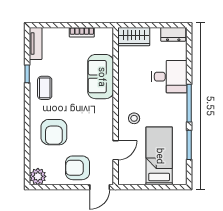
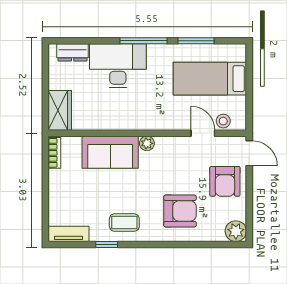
bookcase: (82, 32) -> (54, 153), moved
dresser: (173, 34) -> (73, 52), moved, turned 90
desk: (169, 77) -> (118, 66), width x1.37
plant: (108, 106) -> (147, 143), added
stool: (134, 118) -> (223, 121), moved

